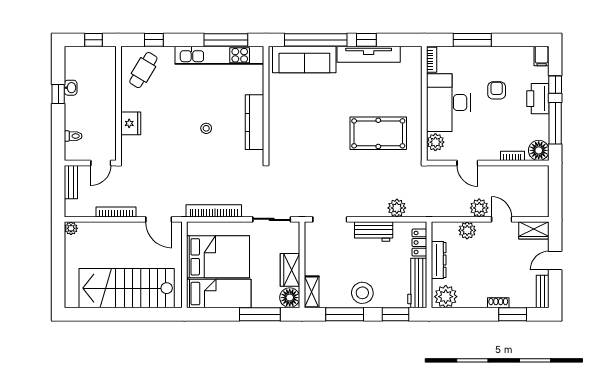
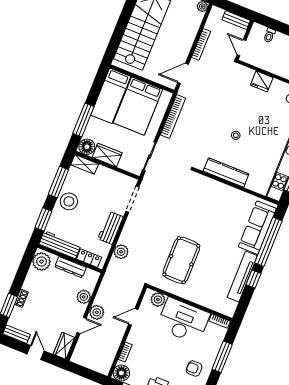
armchair: (497, 90) -> (194, 368), moved, turned 180

